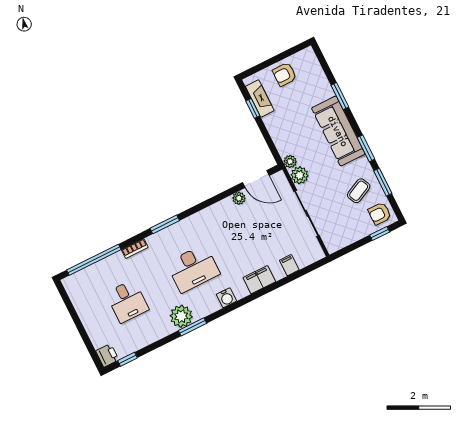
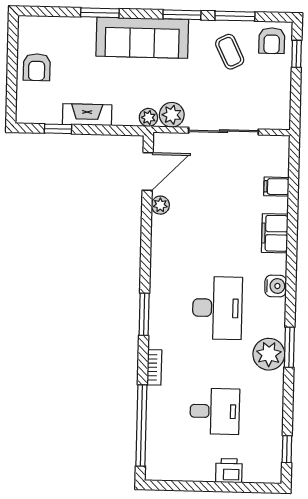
fireplace: (260, 98) -> (87, 115), moved
printer: (107, 355) -> (229, 471), moved

